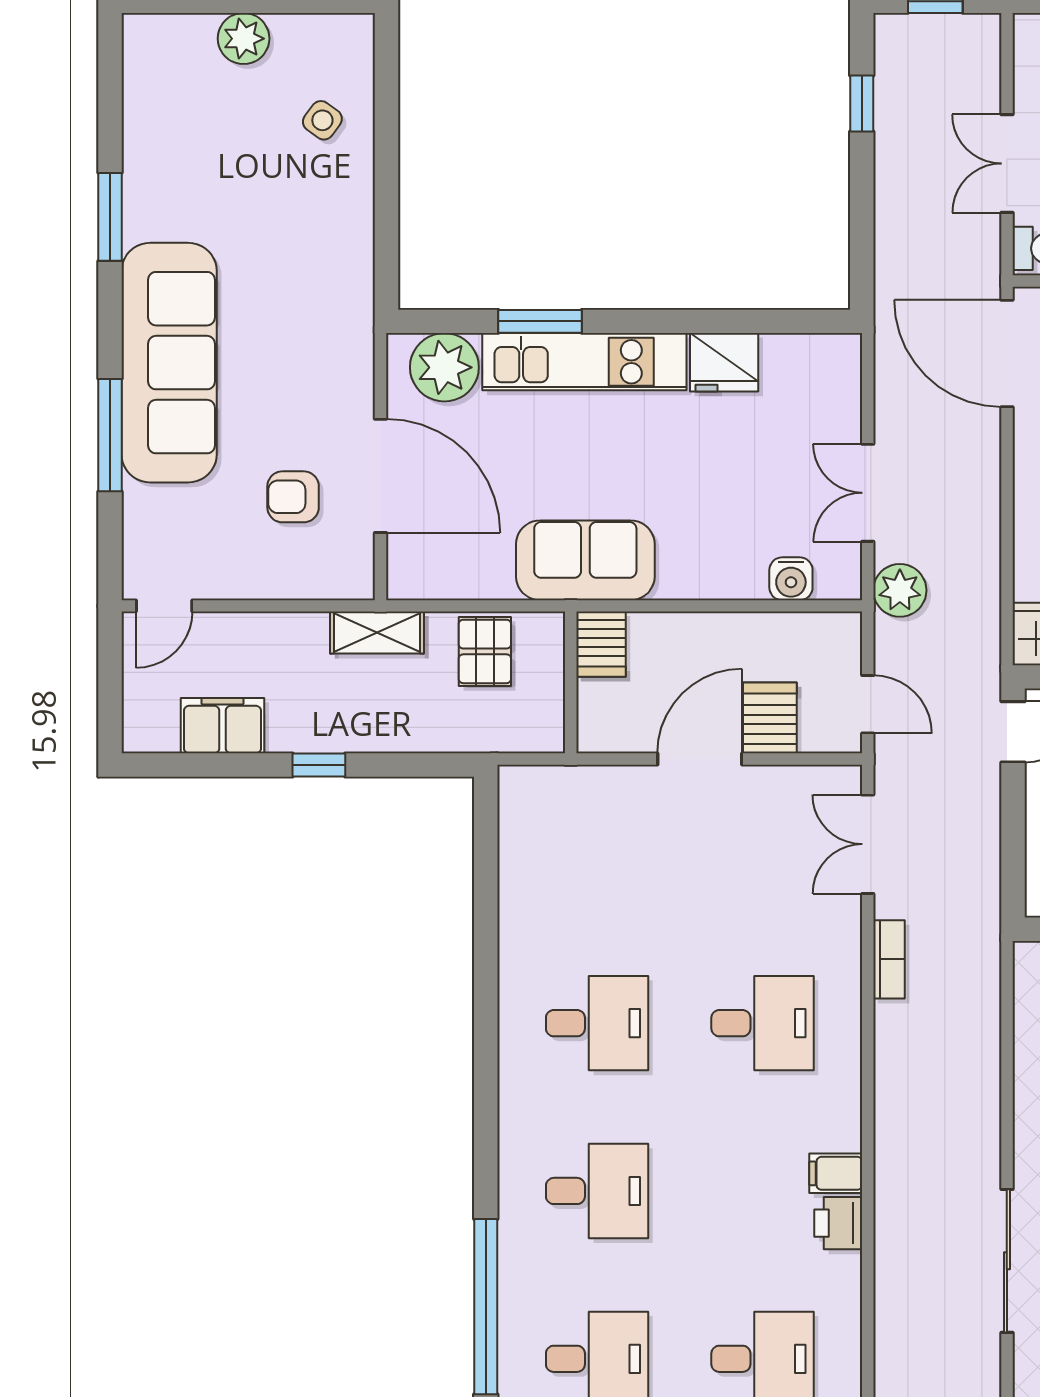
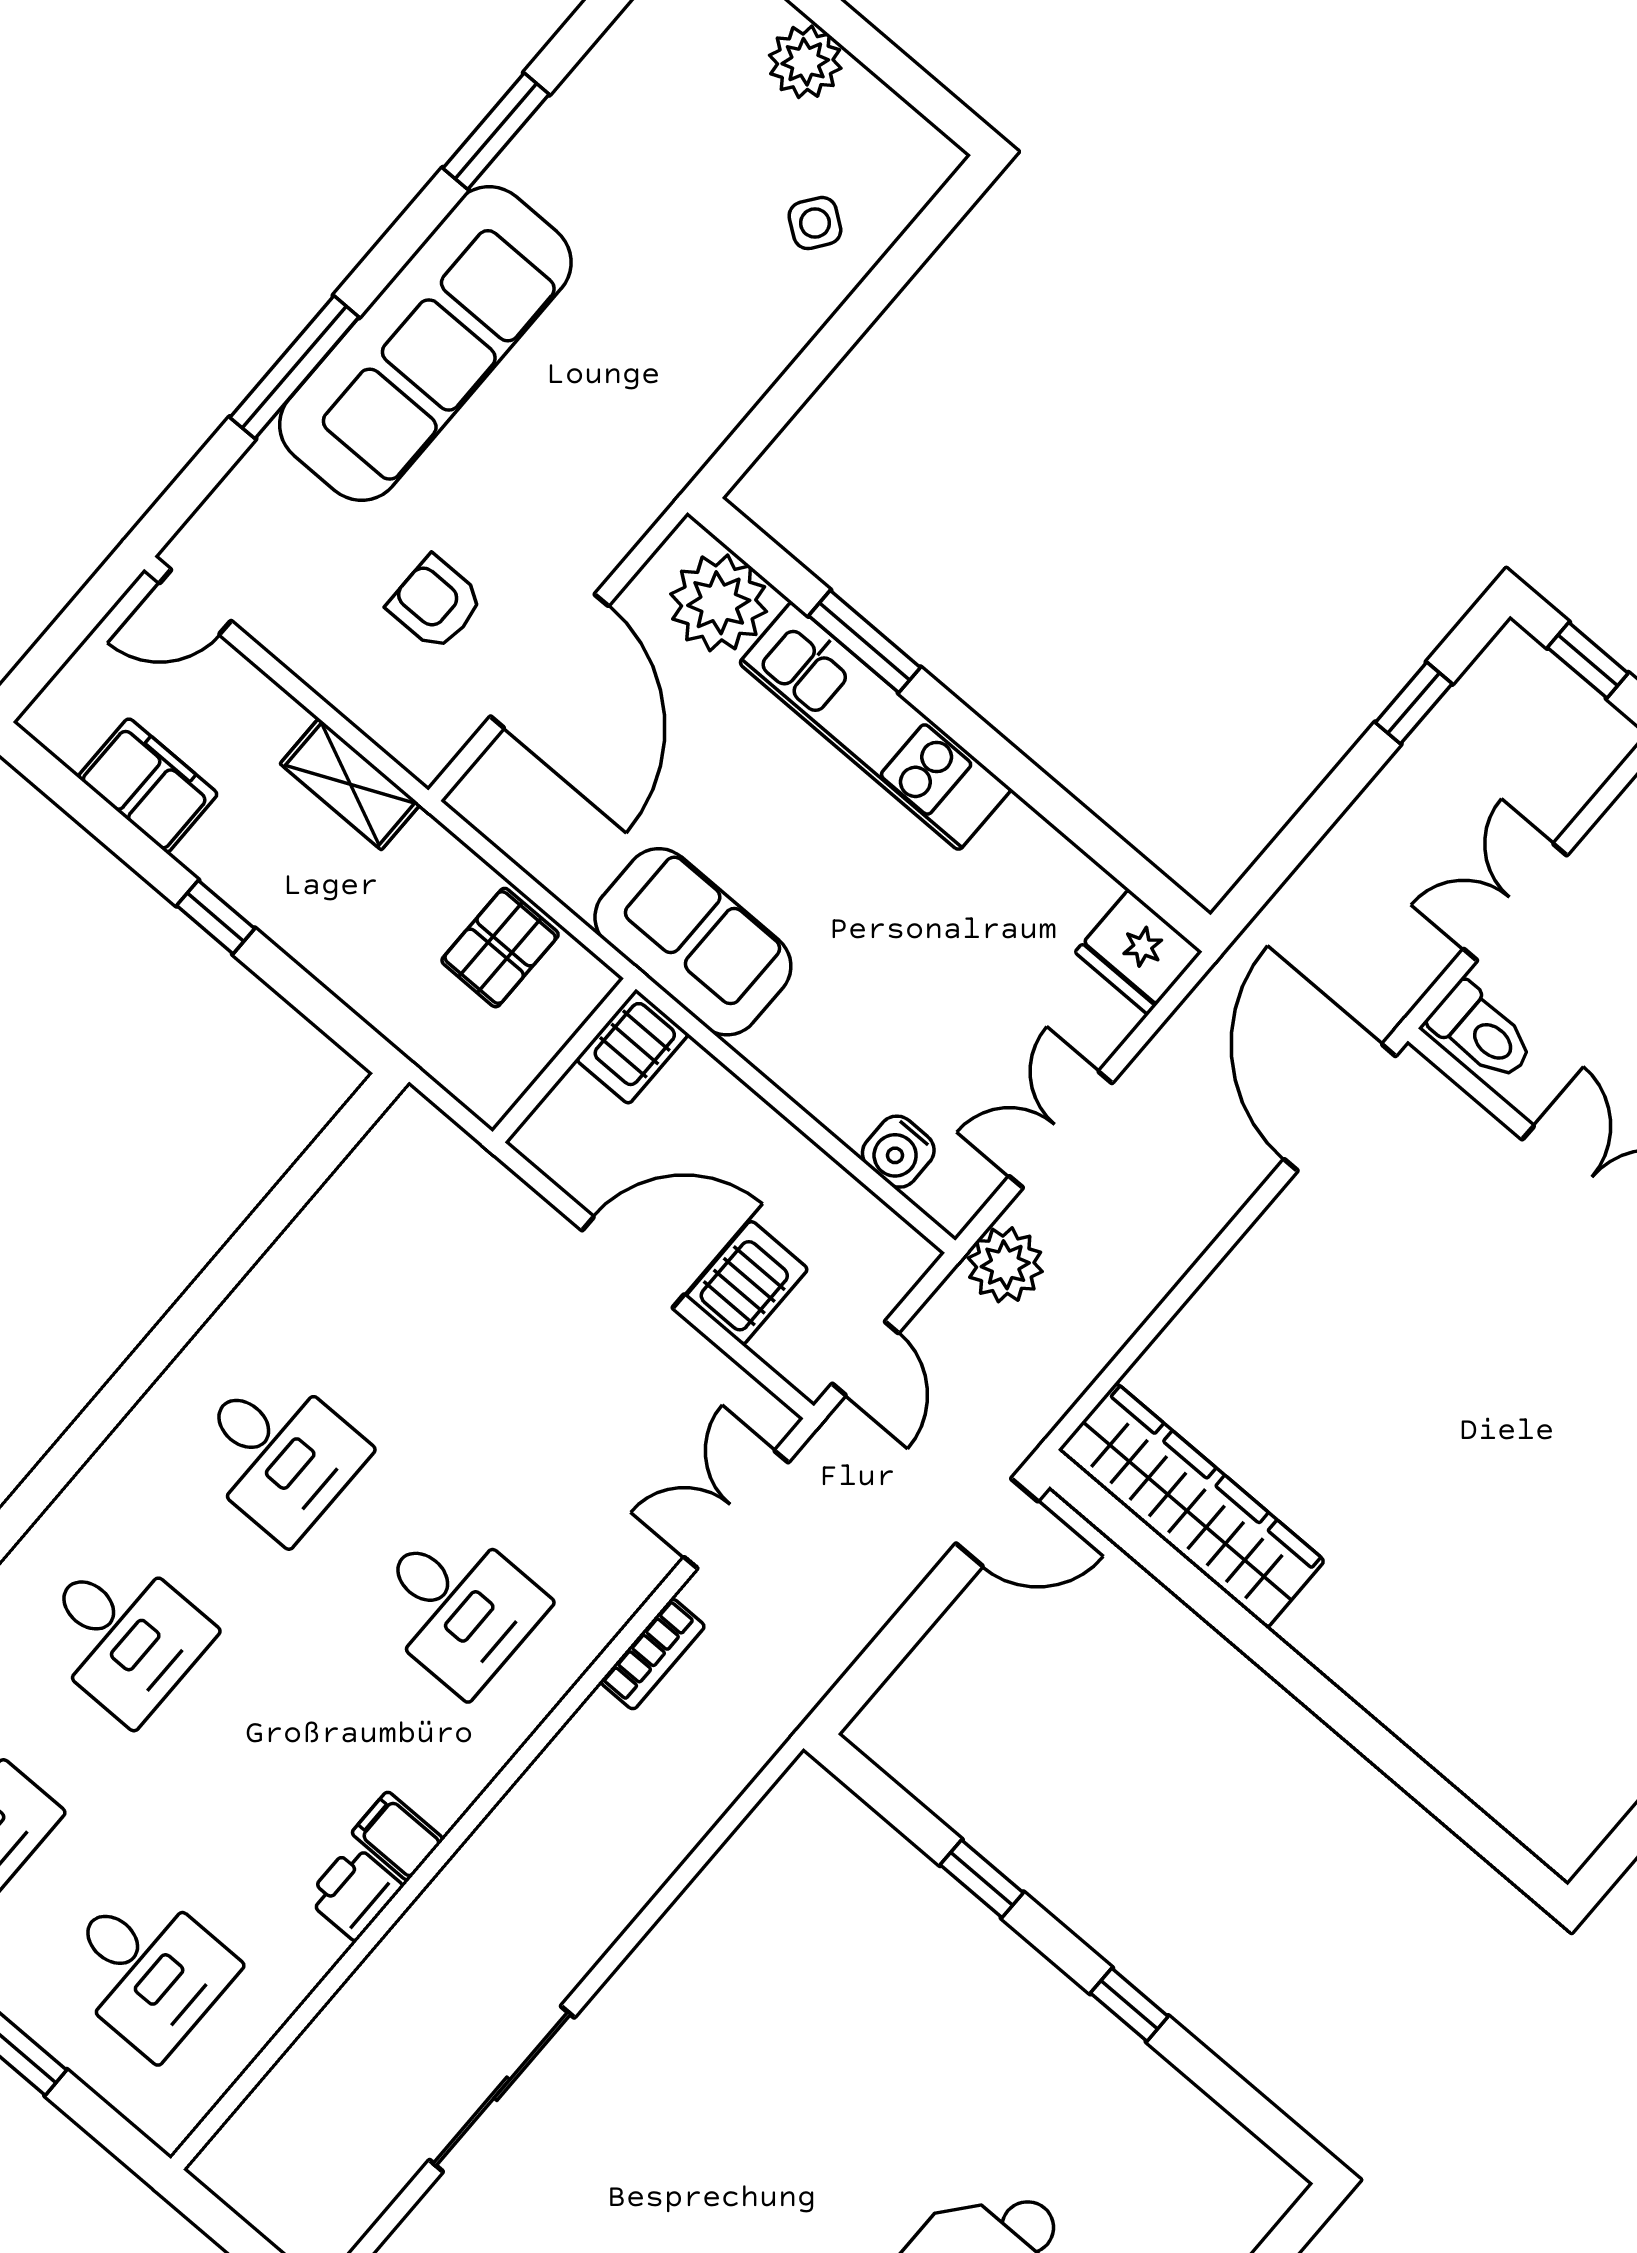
fridge: (724, 362) -> (1138, 952), moved
shelving: (377, 633) -> (350, 784), moved

